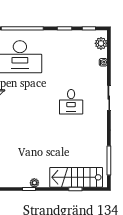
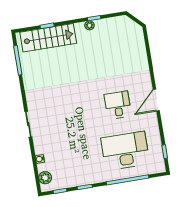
desk: (71, 102) -> (118, 105), moved

